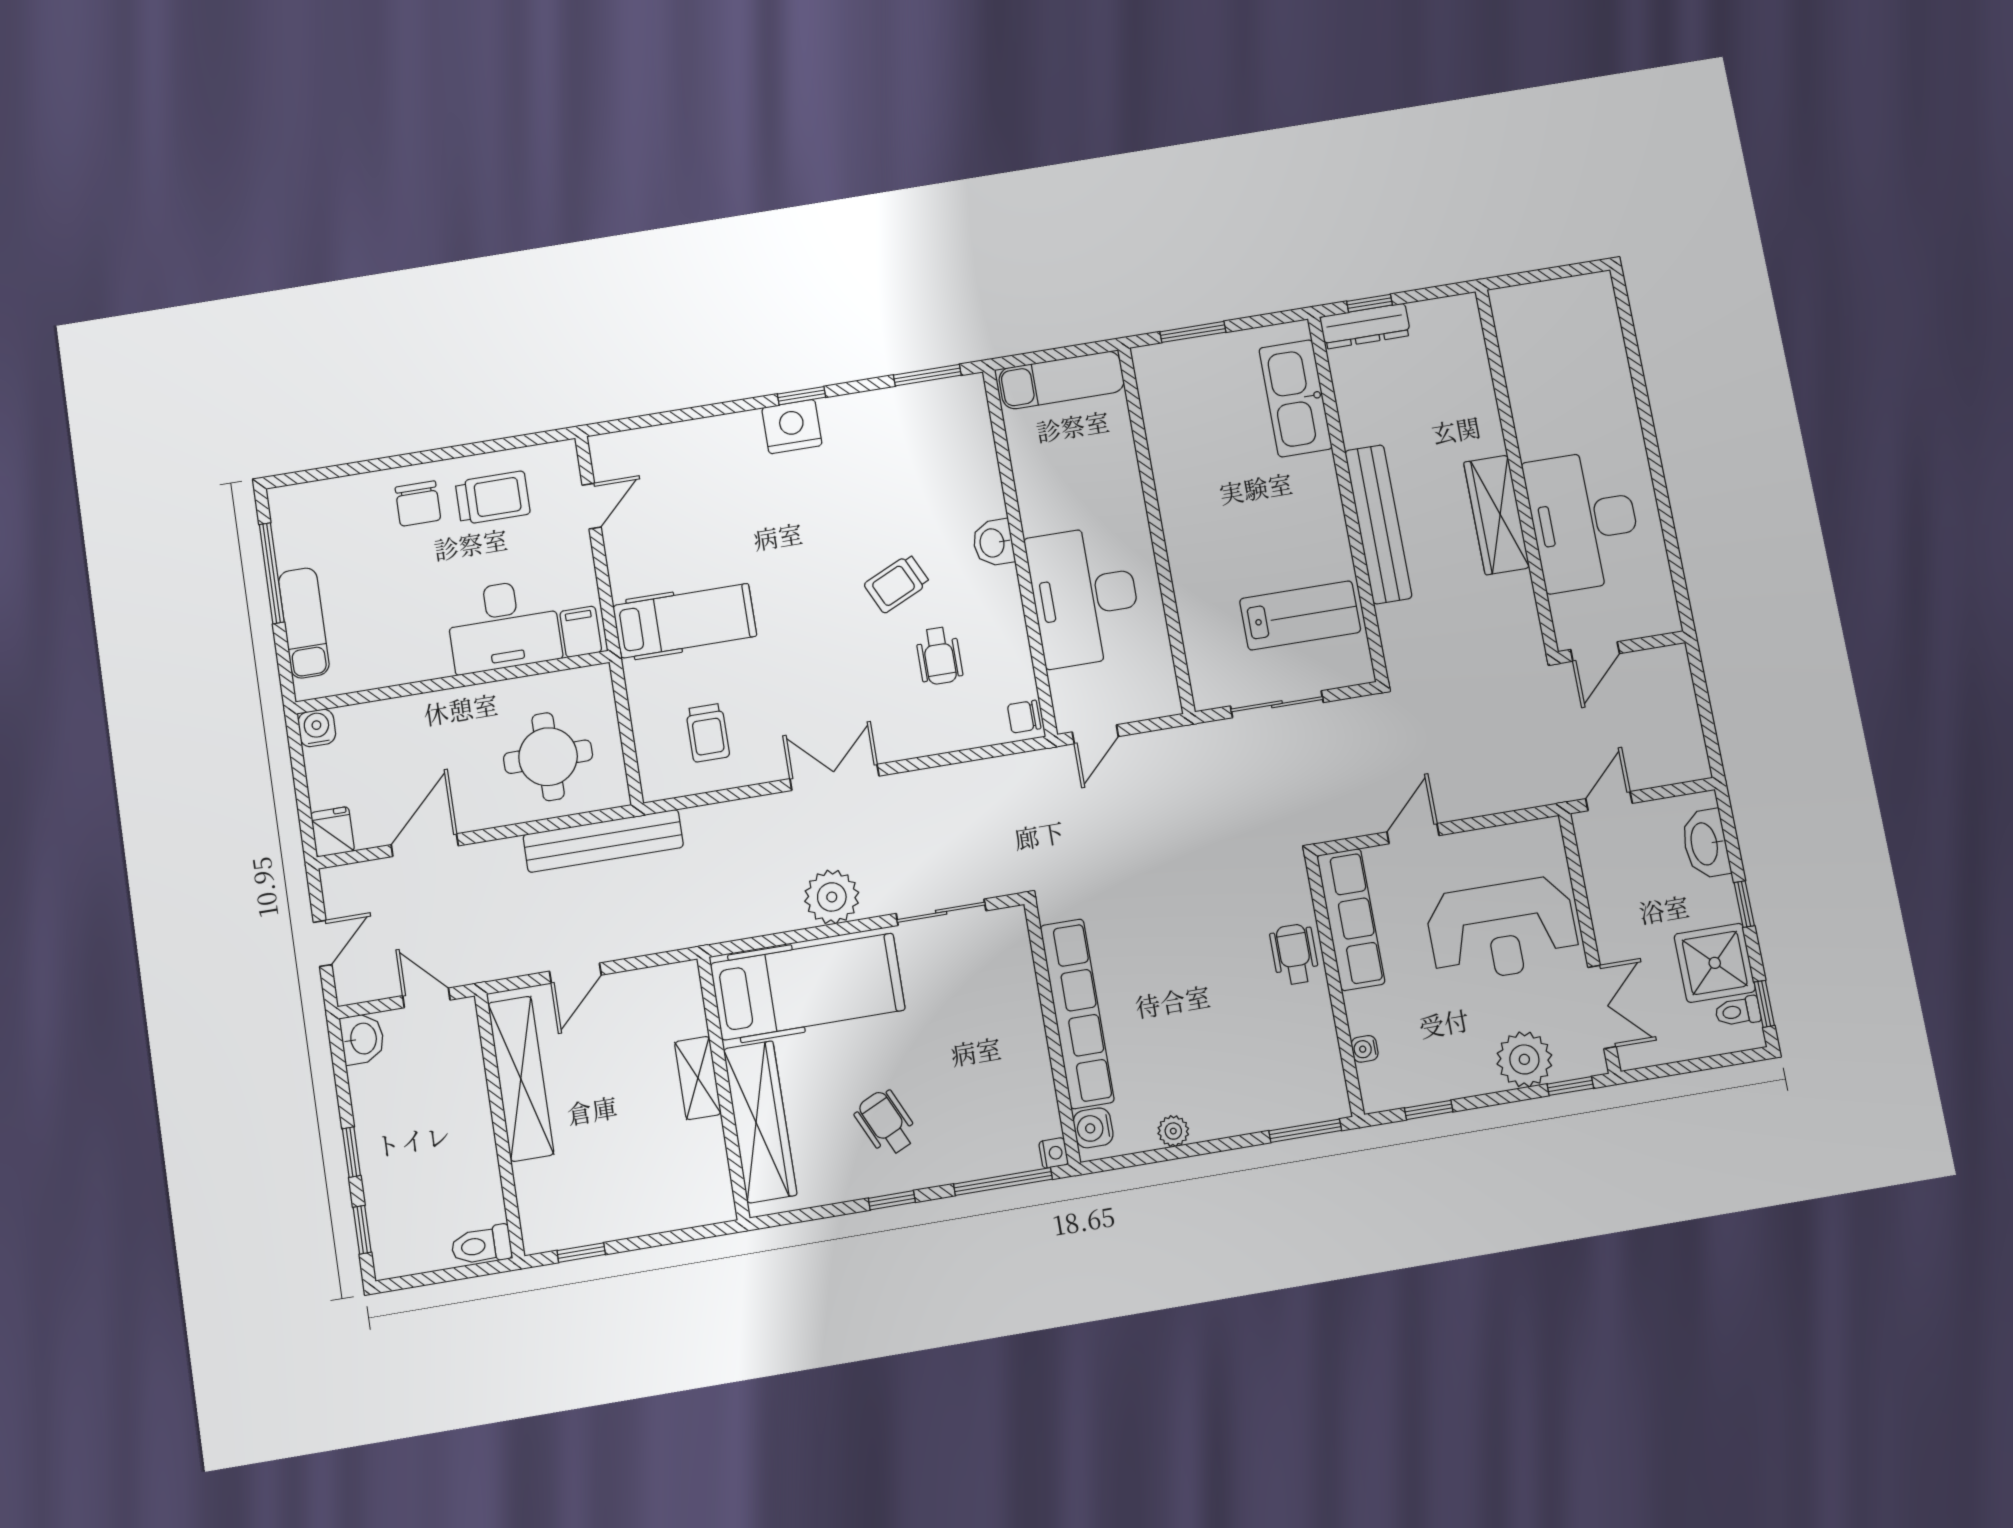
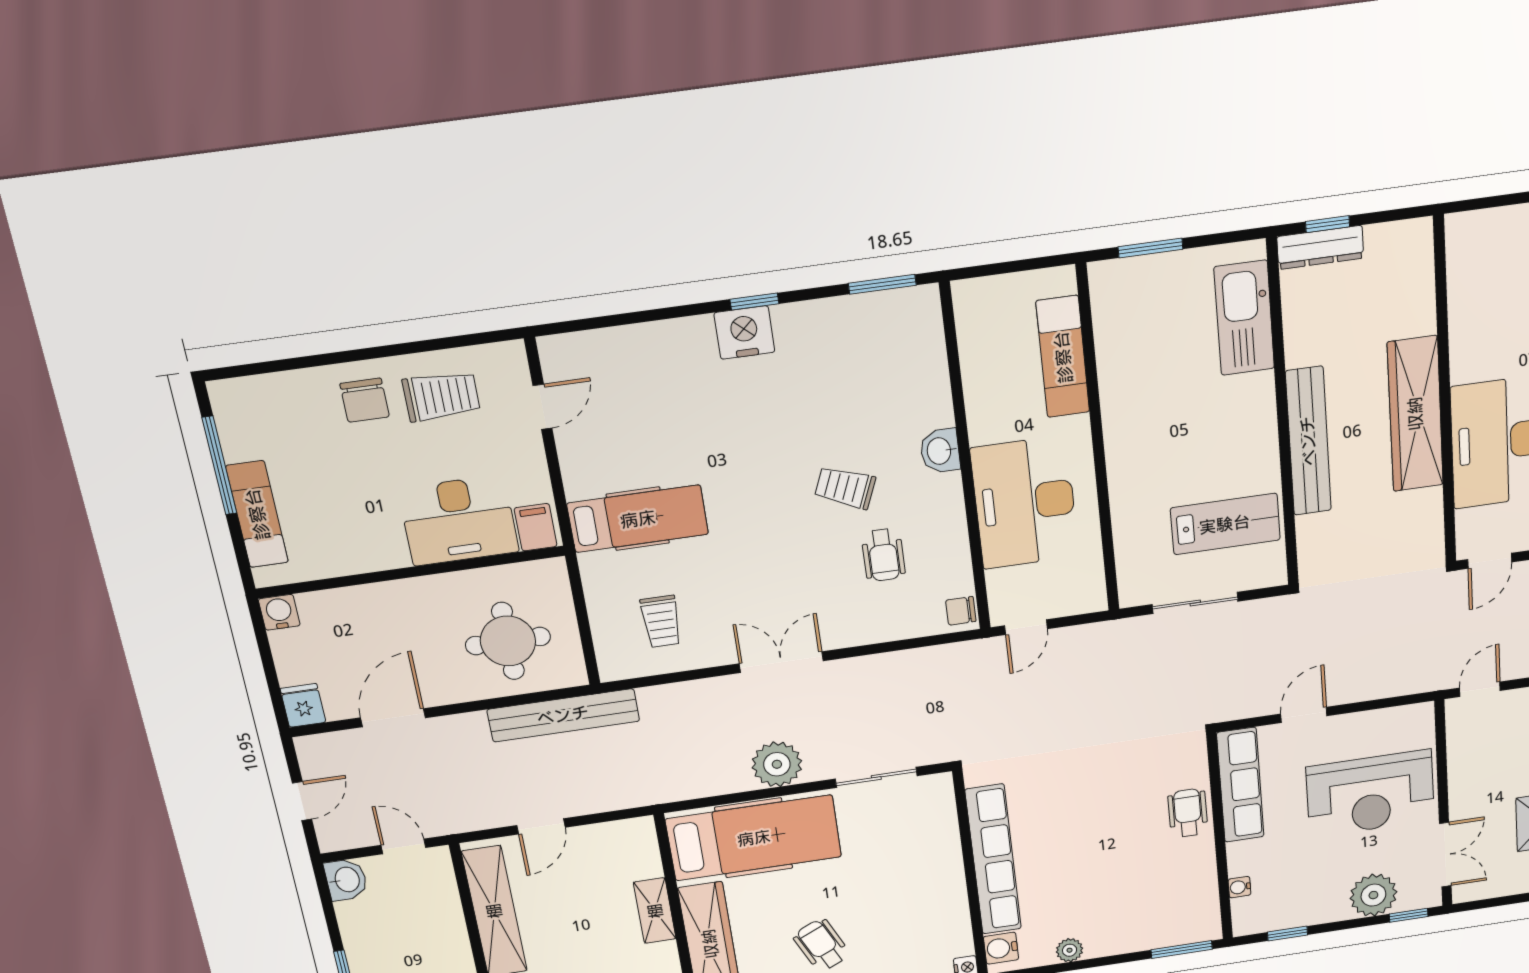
exam couch: (1062, 380) -> (1063, 357), moved, turned 90
wardrobe: (1497, 515) -> (1415, 414), width x1.40, depth x1.17
trolley: (897, 584) -> (845, 488), turned 47

